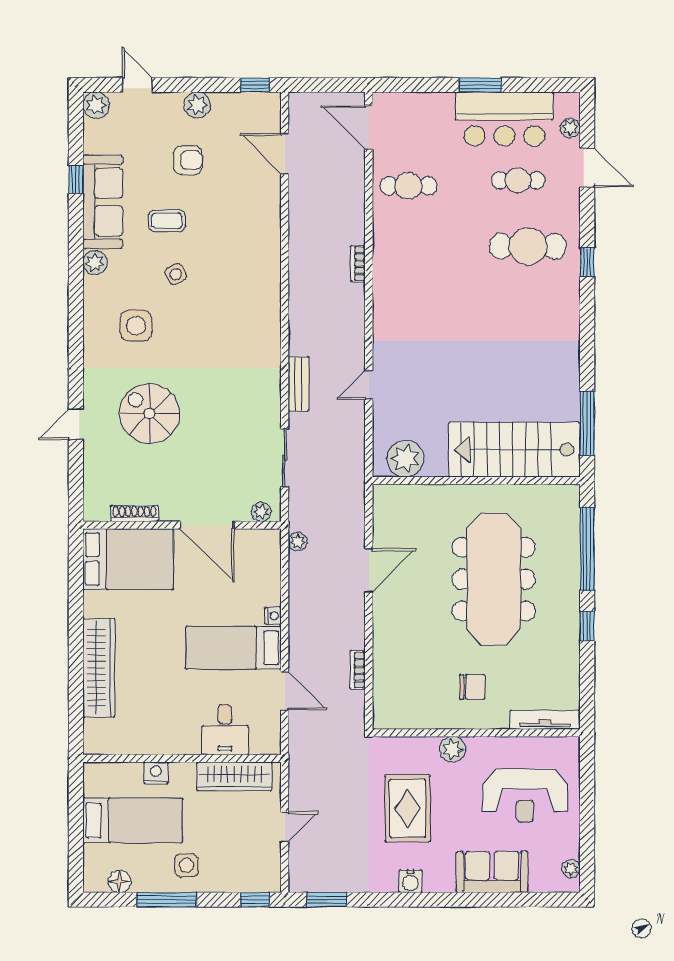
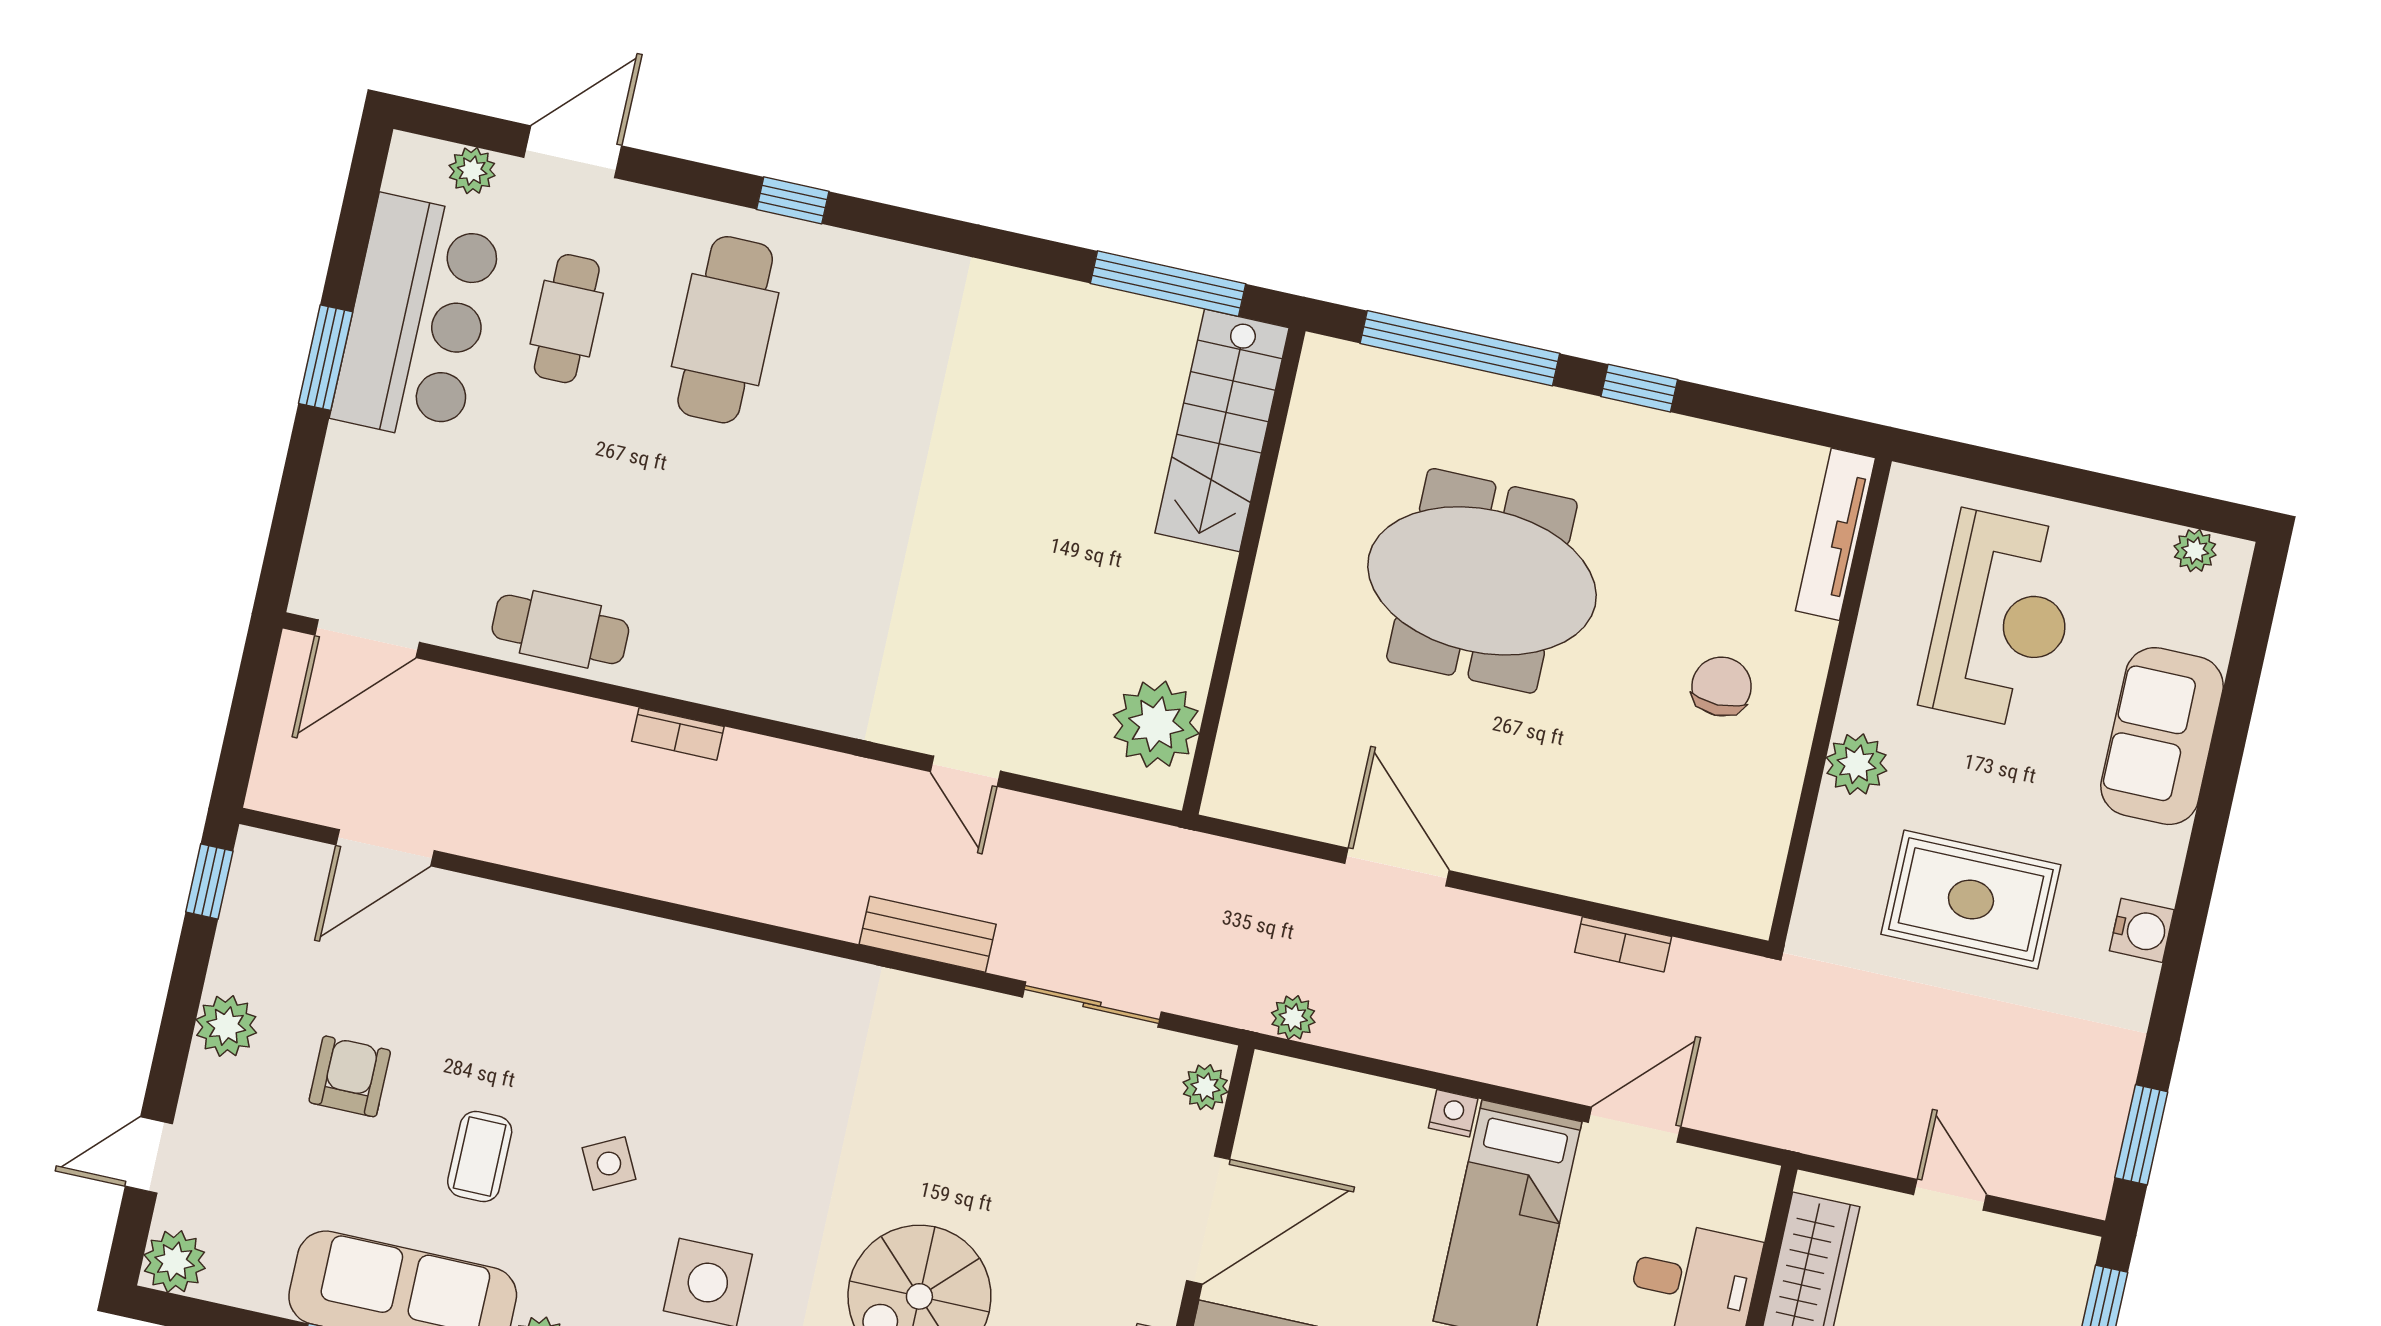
cafe table: (408, 186) -> (560, 629), moved, turned 90
stairs: (514, 450) -> (1222, 430), width x0.73, depth x0.66
meeting table: (494, 579) -> (1482, 581), width x0.73

